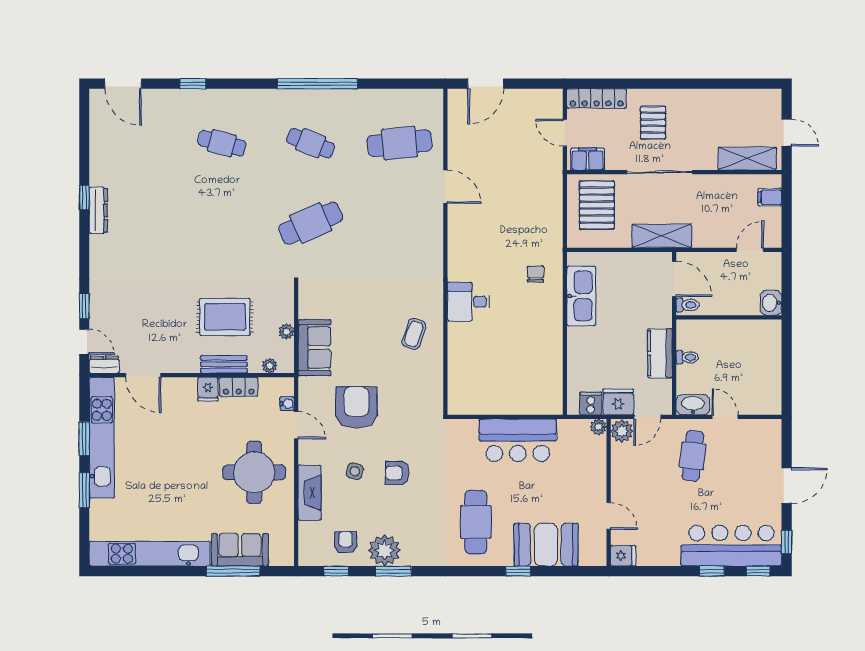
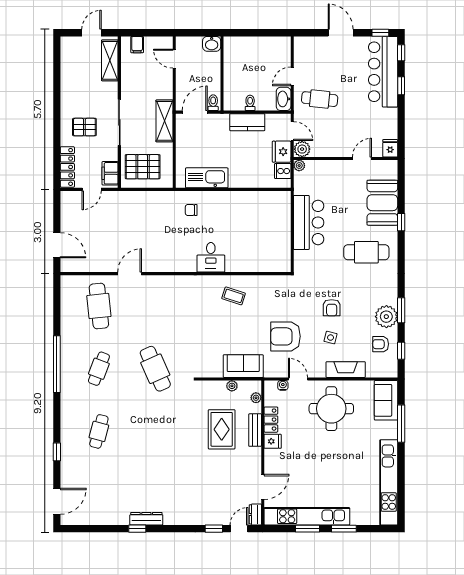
door: (296, 425) -> (298, 379), hinge flipped
sofa: (240, 550) -> (386, 400), moved

